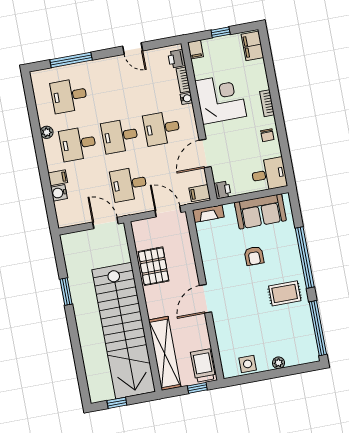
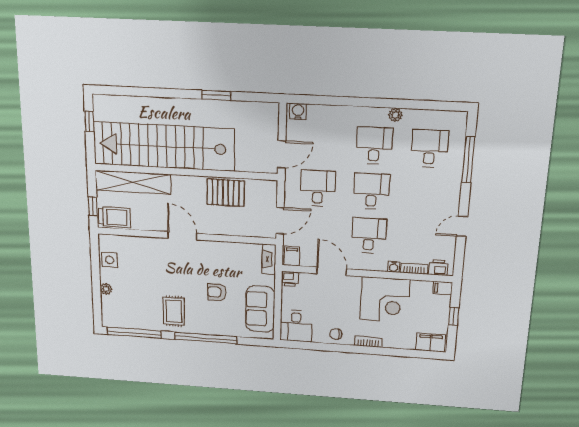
filing cabinet: (58, 178) -> (342, 115), removed
water cooler: (59, 193) -> (298, 111), moved

